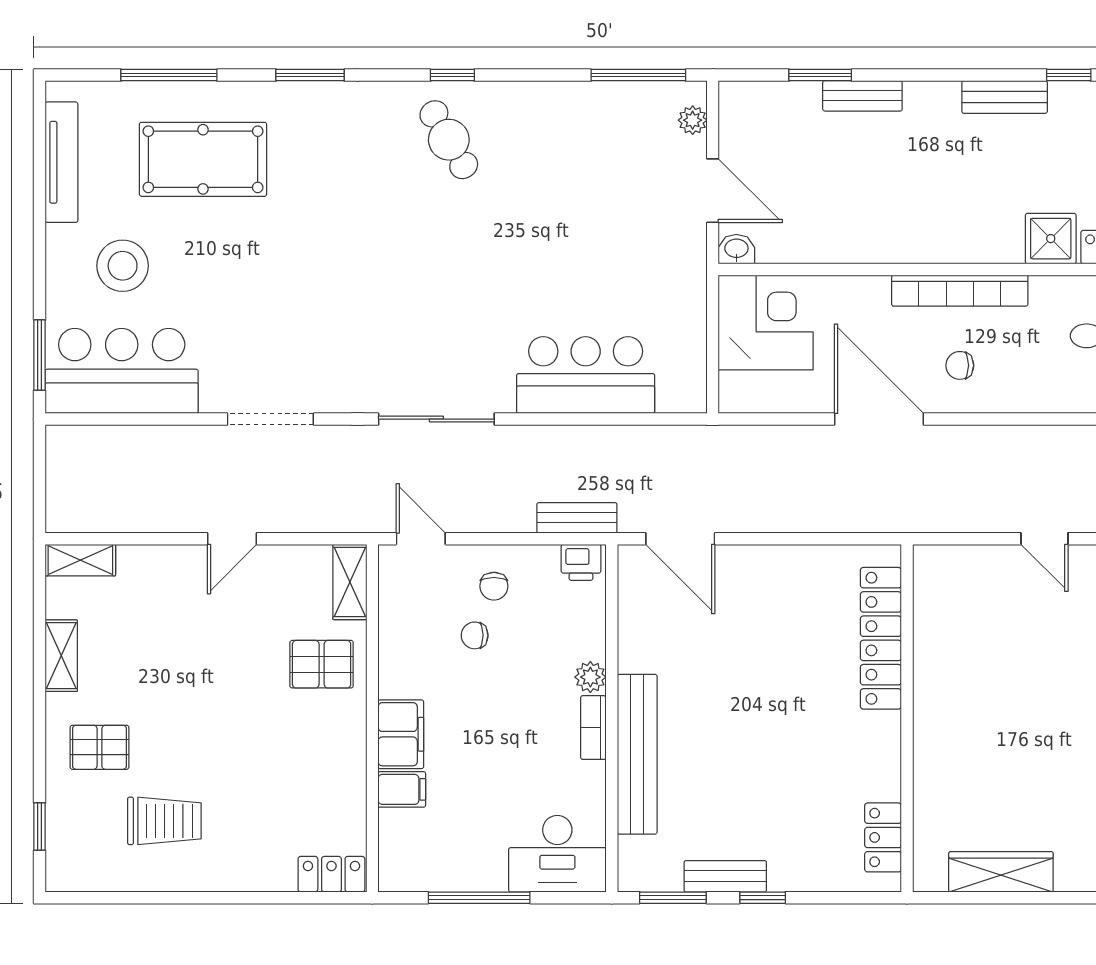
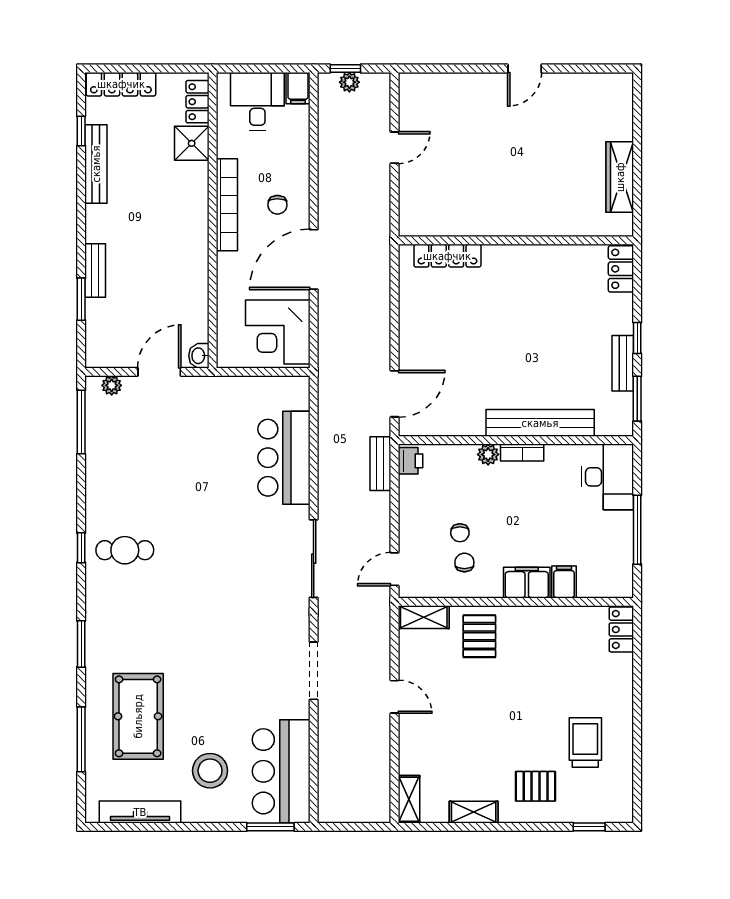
bench: (1005, 97) -> (96, 164), width x1.36
cafe table: (449, 140) -> (125, 550), turned 30
corner desk: (766, 323) -> (278, 332), moved, turned -90
chair: (494, 586) -> (464, 562), moved, turned -90
locker: (881, 638) -> (447, 256), width x0.71, depth x0.83
pallet: (99, 747) -> (536, 786), turned 90
locker: (883, 837) -> (621, 269), moved, turned 90

